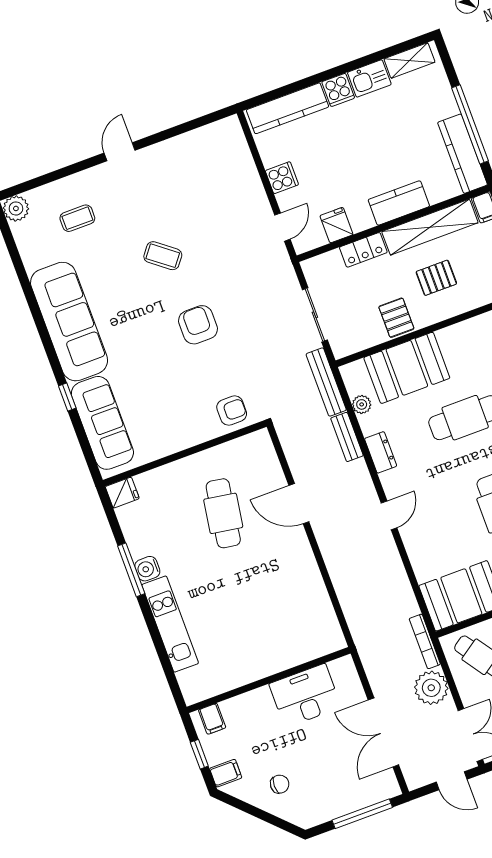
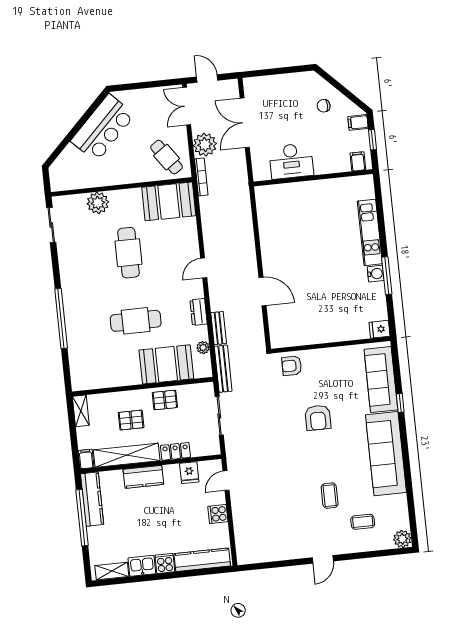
coffee table: (163, 256) -> (330, 496), moved, turned 52
pallet: (396, 318) -> (165, 400), turned 90
armchair: (198, 325) -> (318, 418), moved
cafe table: (223, 513) -> (315, 298), removed
double door: (383, 732) -> (245, 123), swing flipped
window: (362, 814) -> (273, 72), removed

